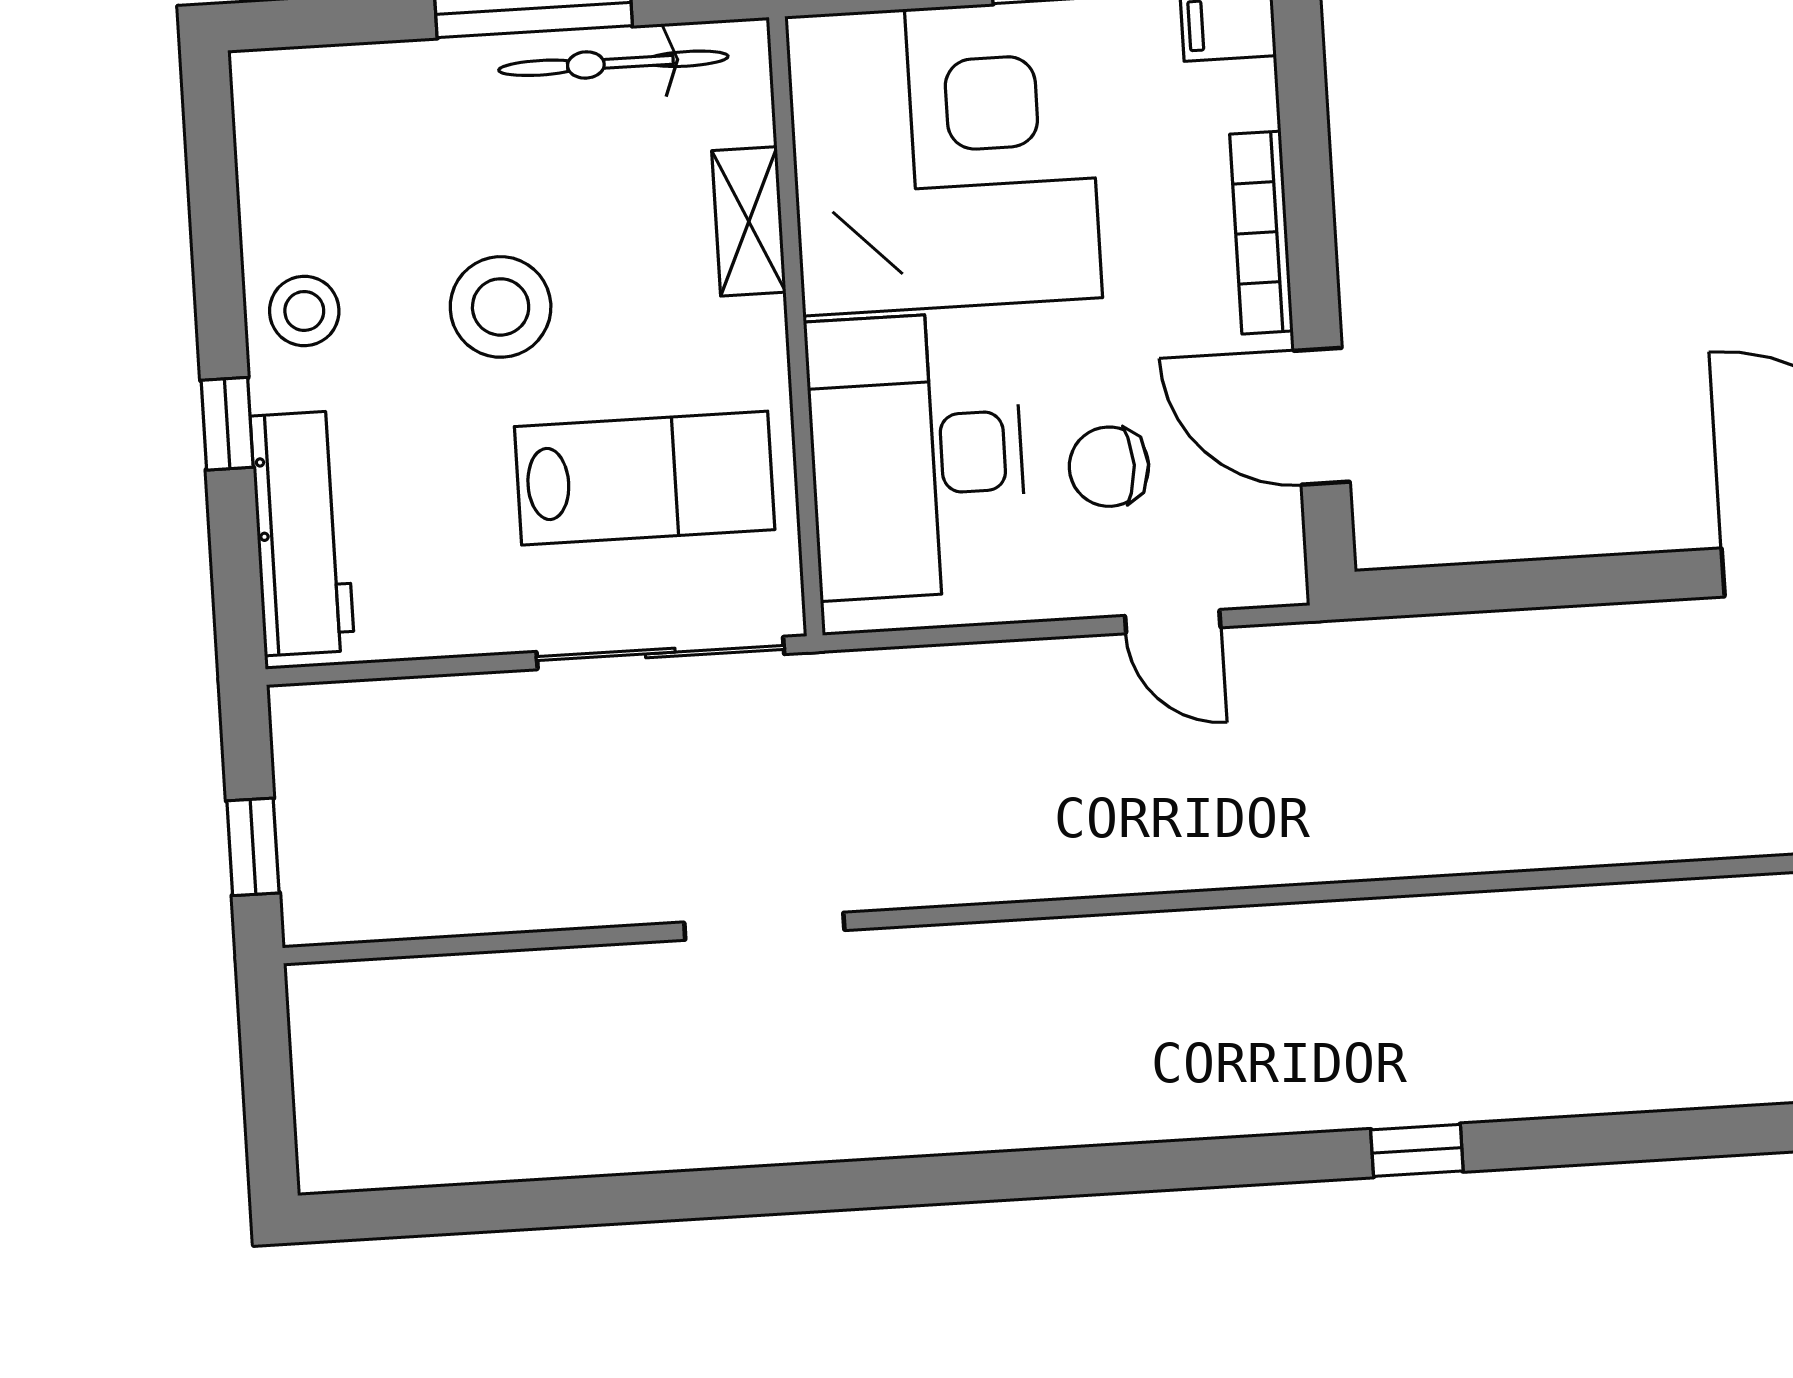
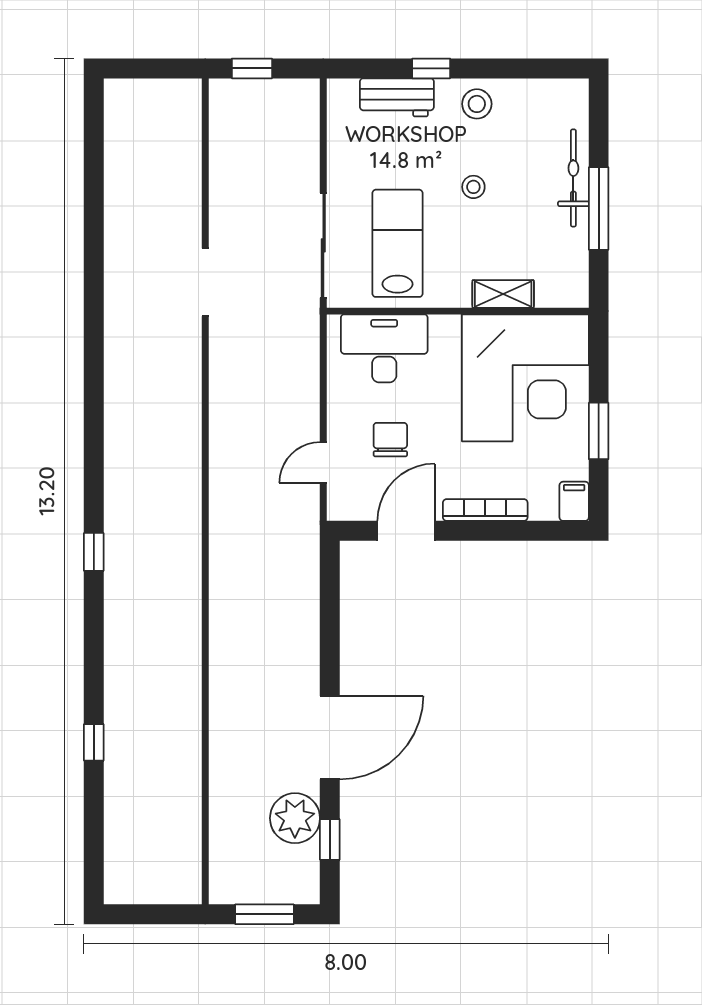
bicycle: (613, 63) -> (573, 178), moved
stool: (501, 307) -> (473, 187), width x0.53, depth x0.53
desk: (916, 455) -> (384, 348), width x0.73, depth x0.77
lab bench: (645, 478) -> (397, 243), turned 180
workbench: (302, 533) -> (397, 97), width x0.73

